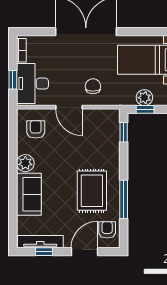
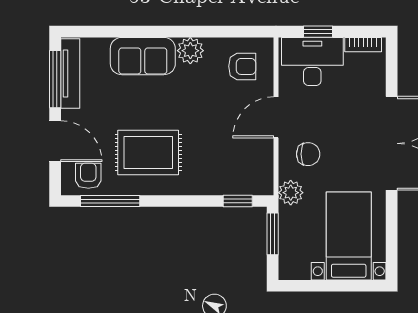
plant: (144, 98) -> (291, 193), moved
window: (145, 109) -> (273, 234), width x1.50
window: (124, 199) -> (110, 201), moved
armchair: (107, 230) -> (88, 176), turned -90
window: (44, 252) -> (55, 79), width x2.17

